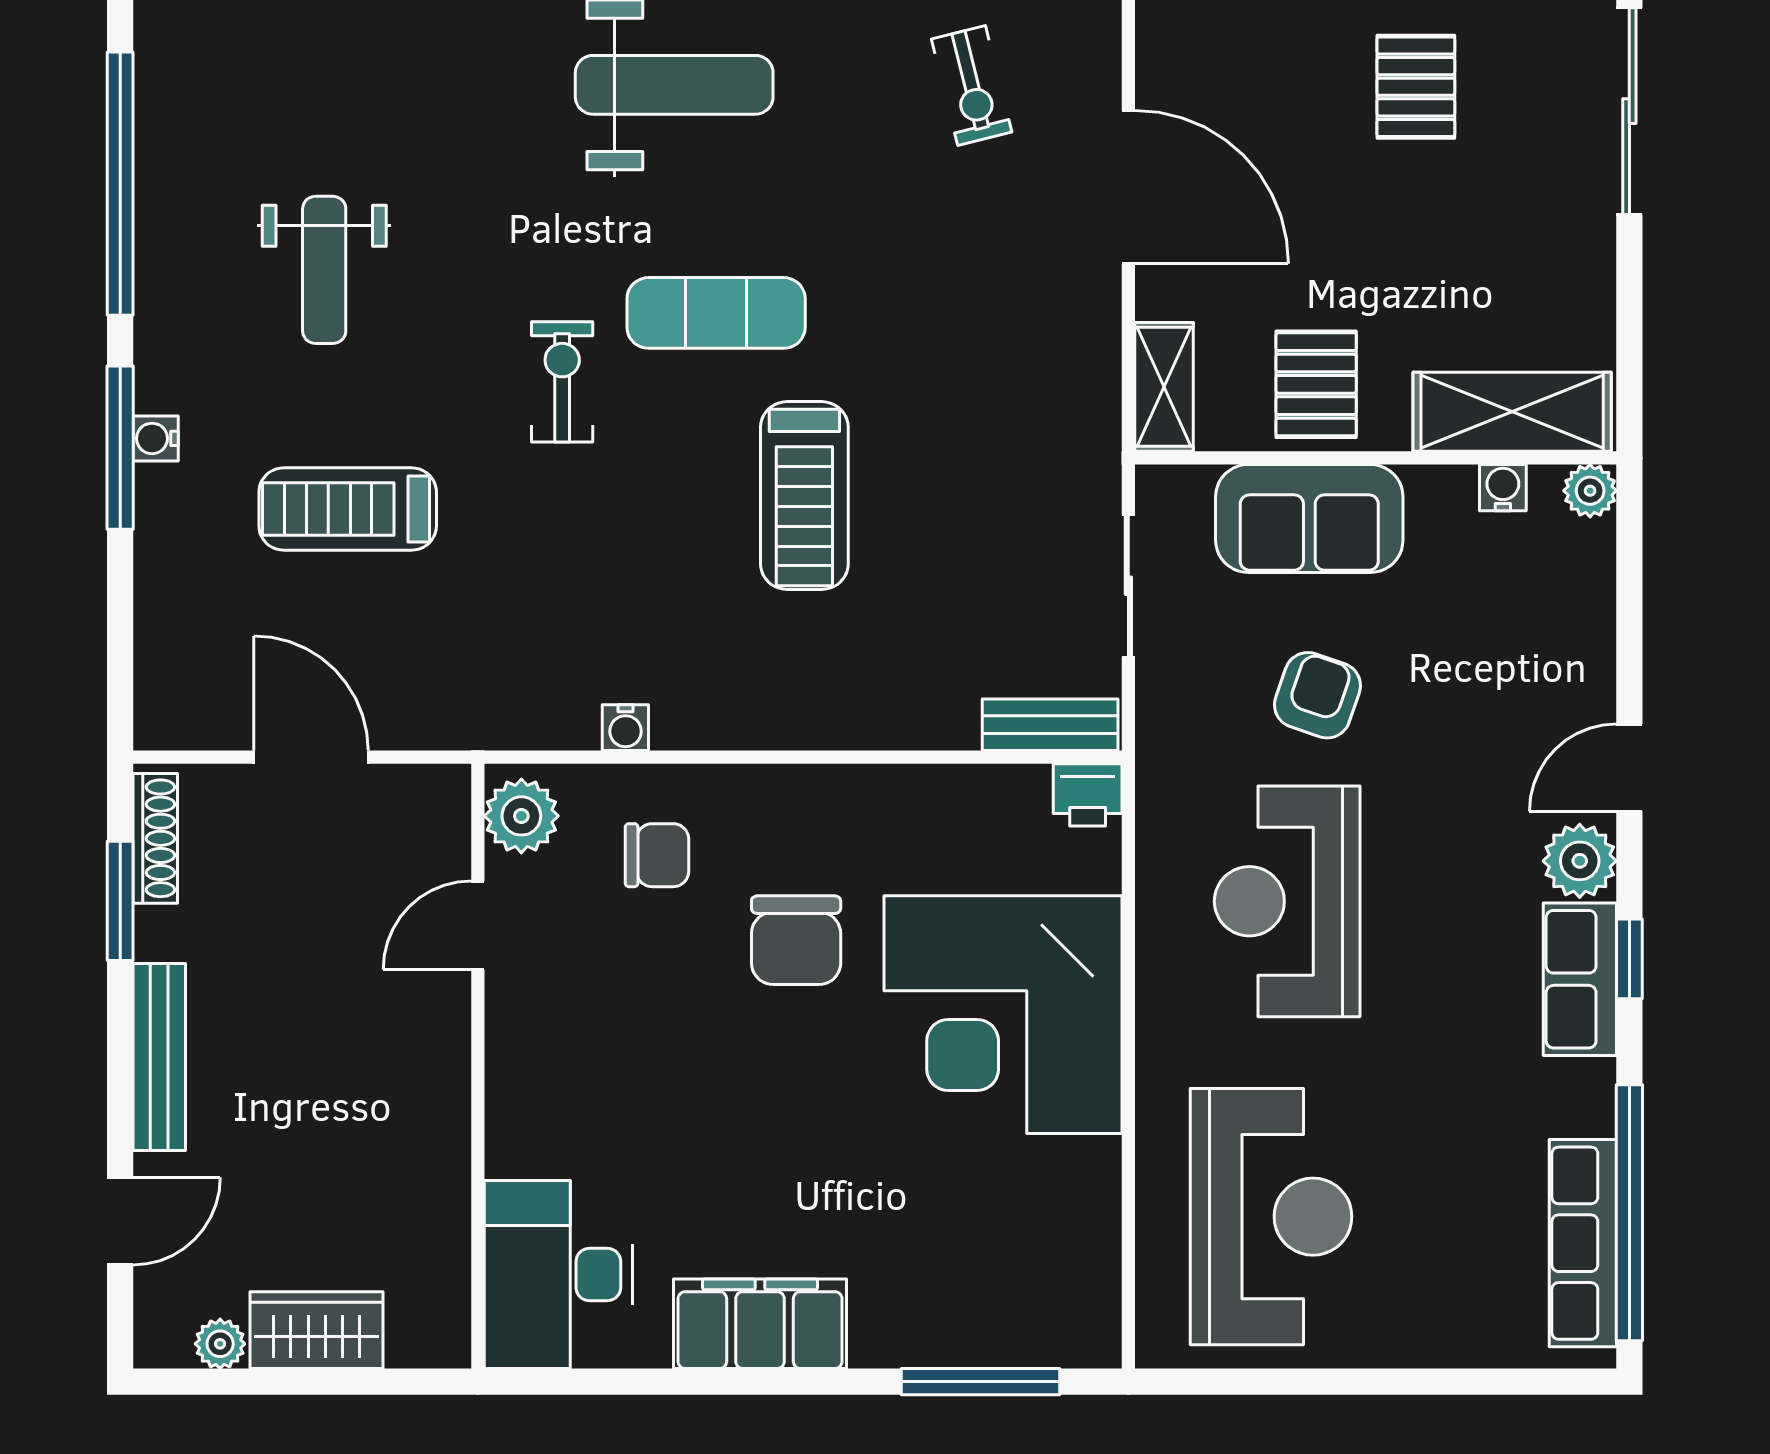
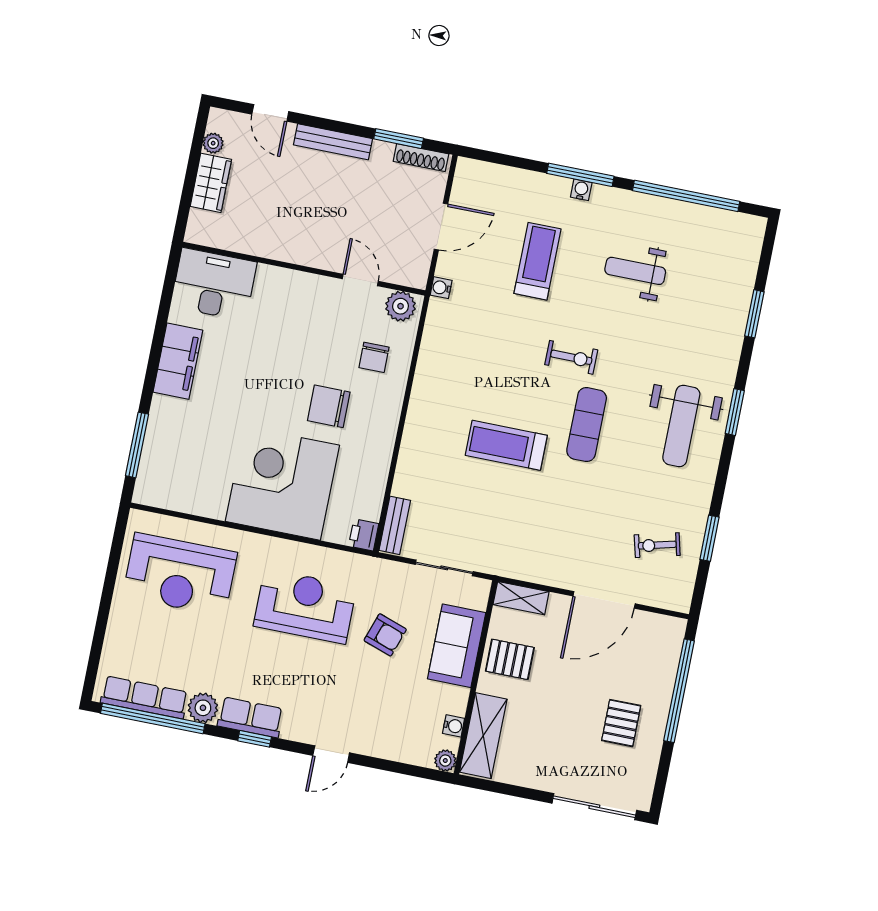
pallet: (1416, 87) -> (621, 723), turned 90
water cooler: (625, 728) -> (441, 288), moved
door: (1629, 768) -> (331, 754), swing flipped
plant: (1580, 861) -> (203, 708), moved

